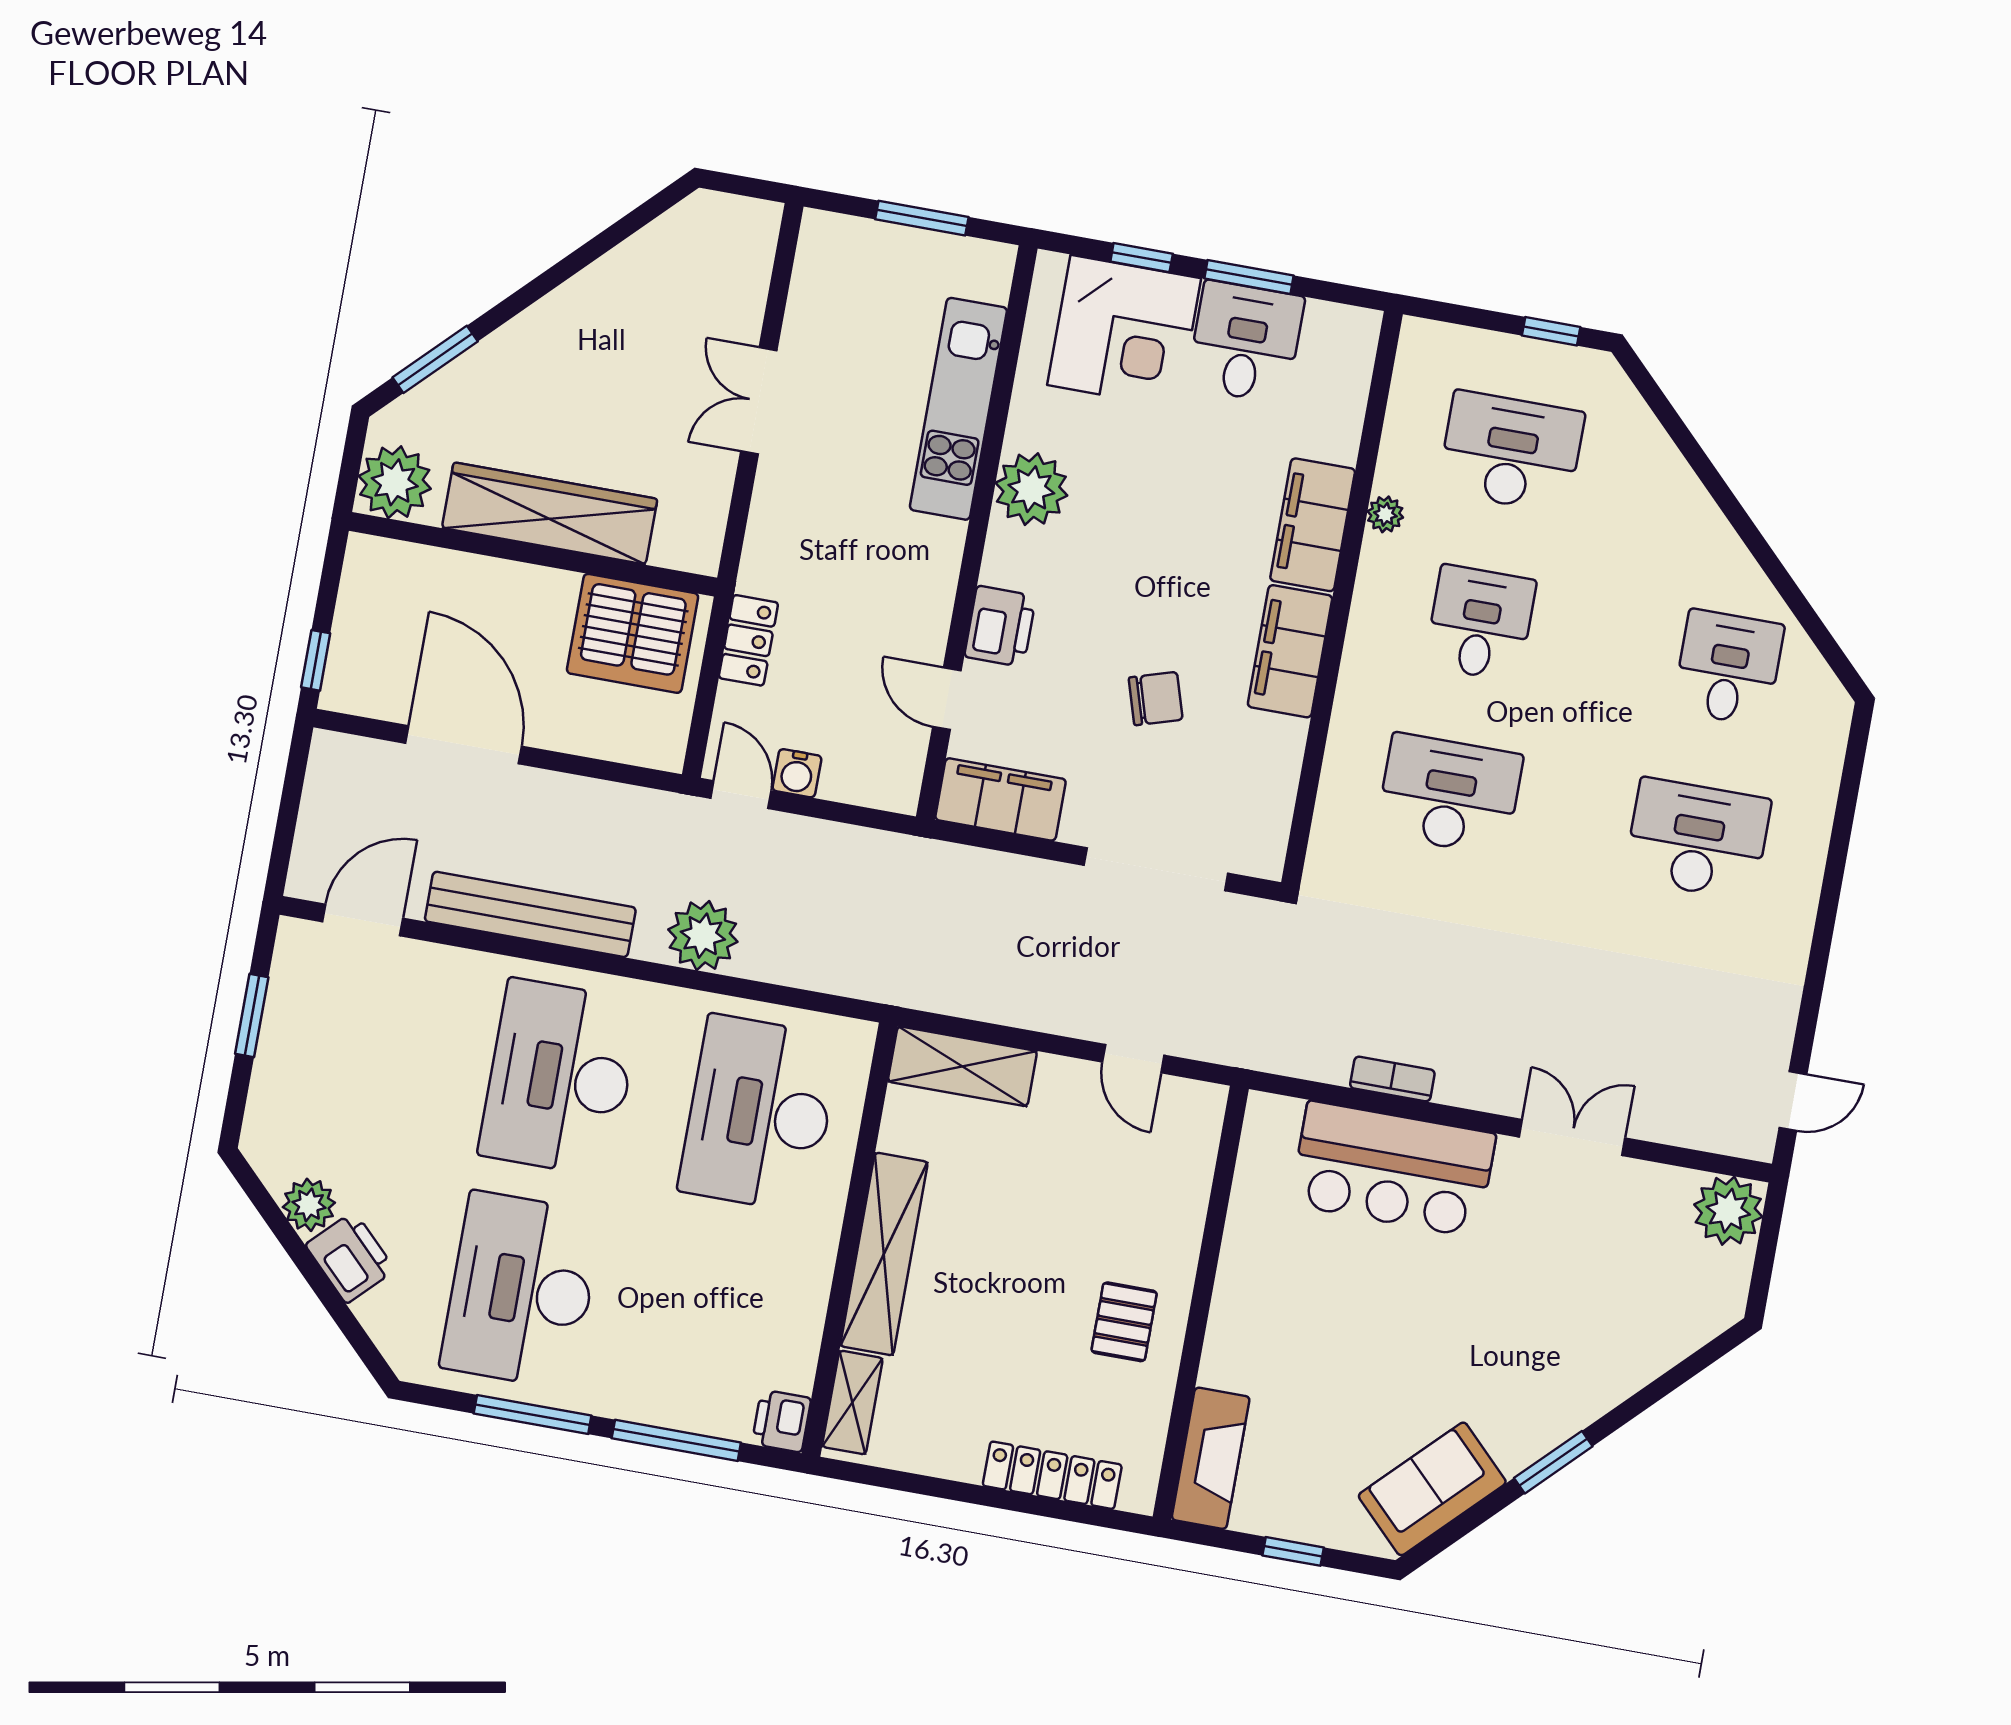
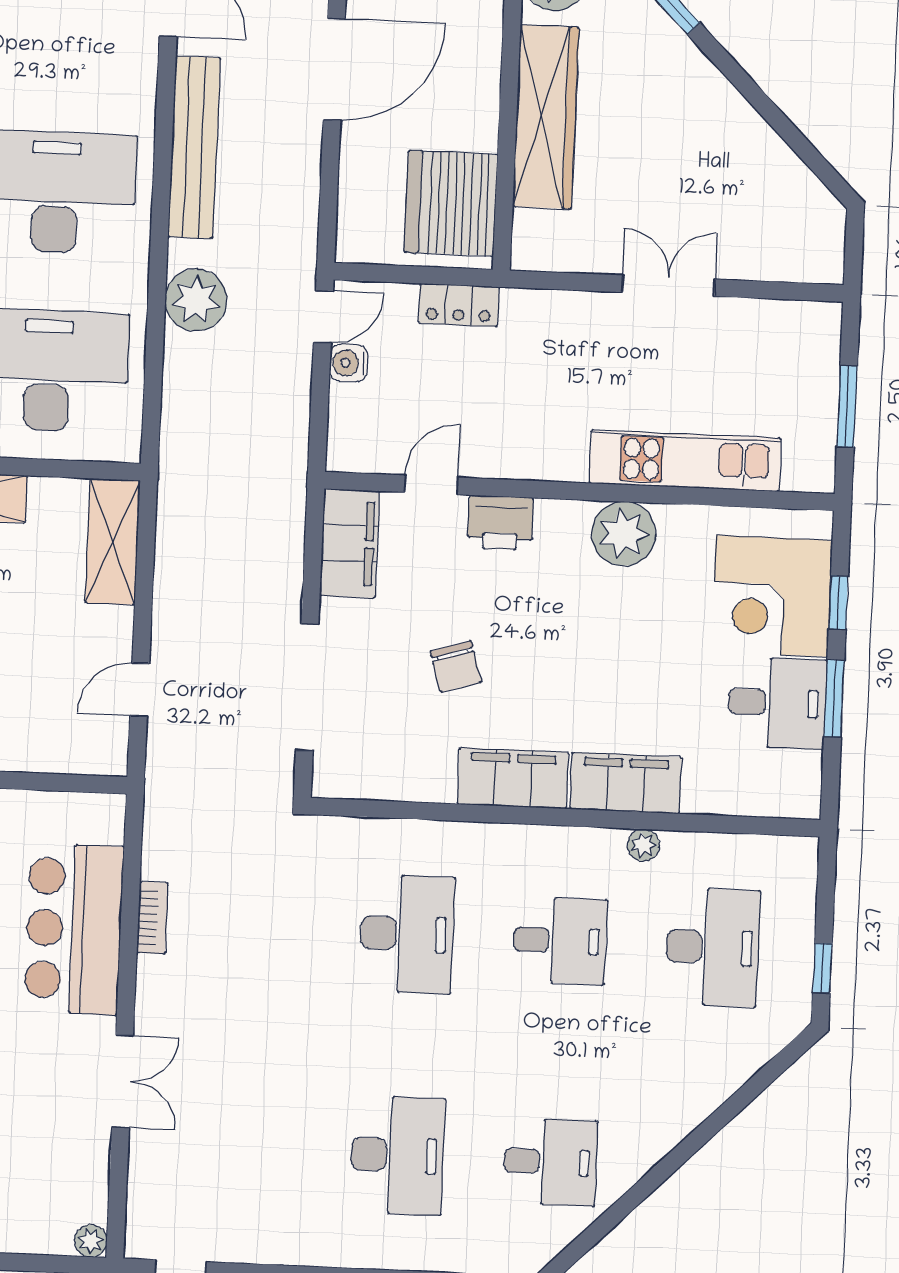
plant: (1728, 1211) -> (91, 1241), width x0.53, depth x0.53

